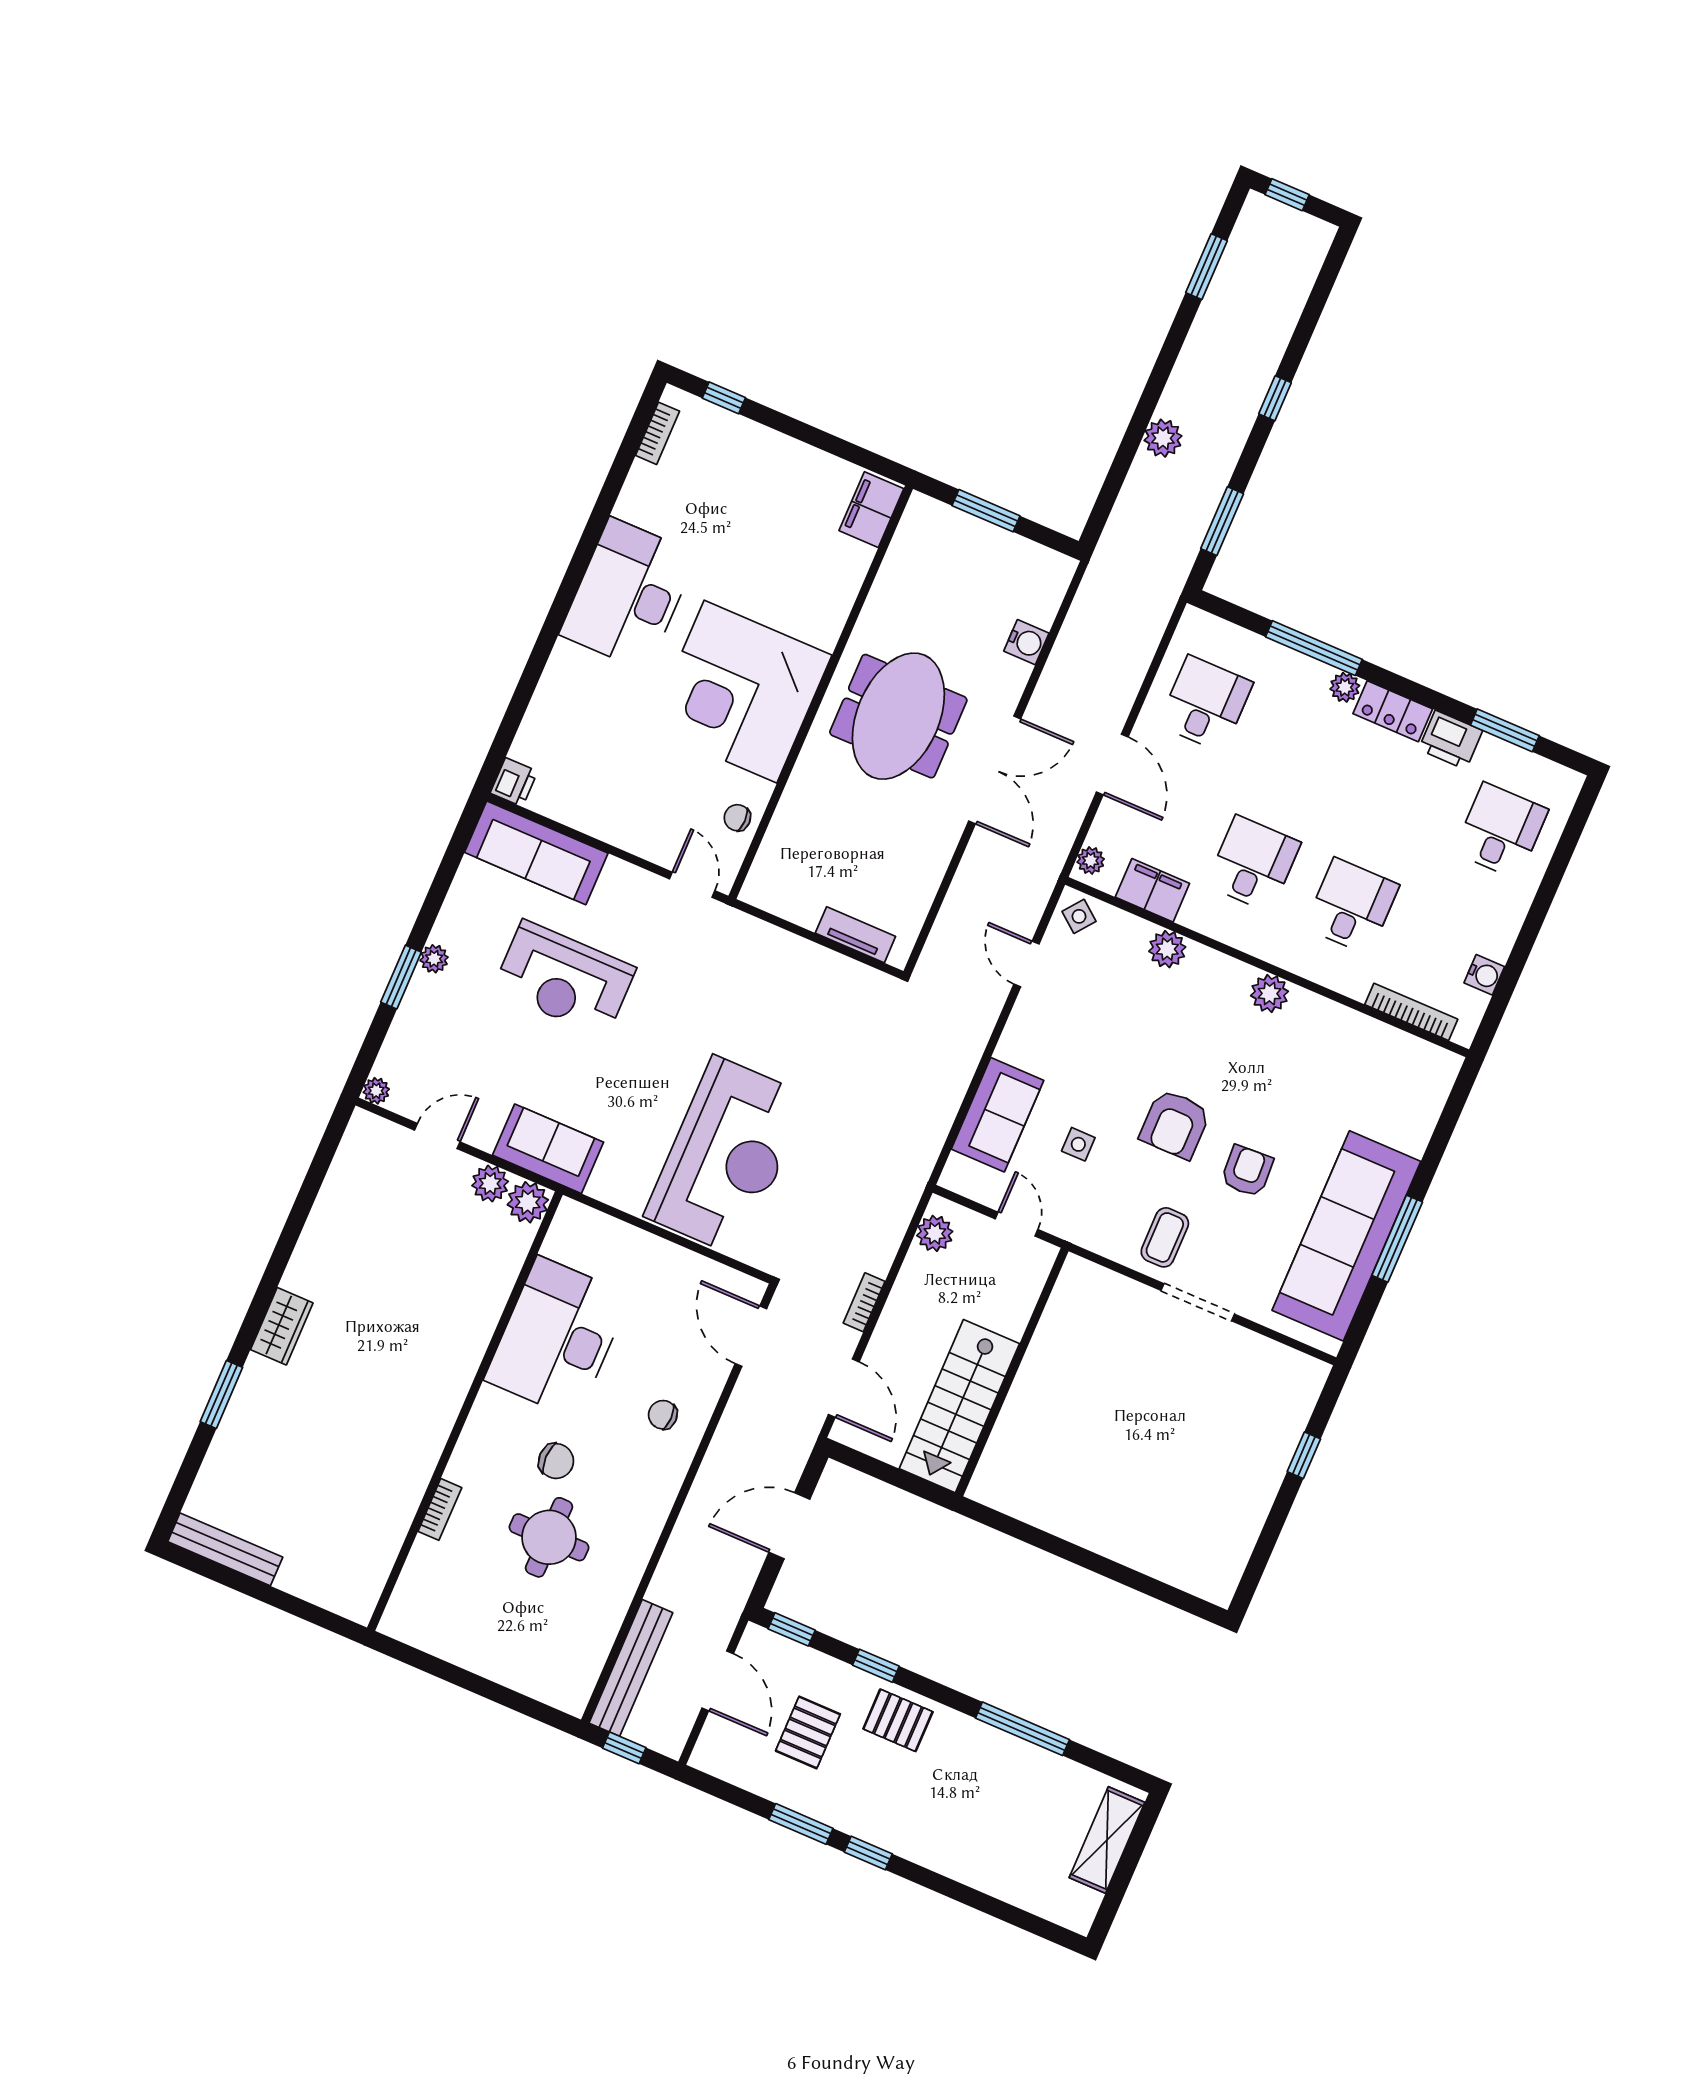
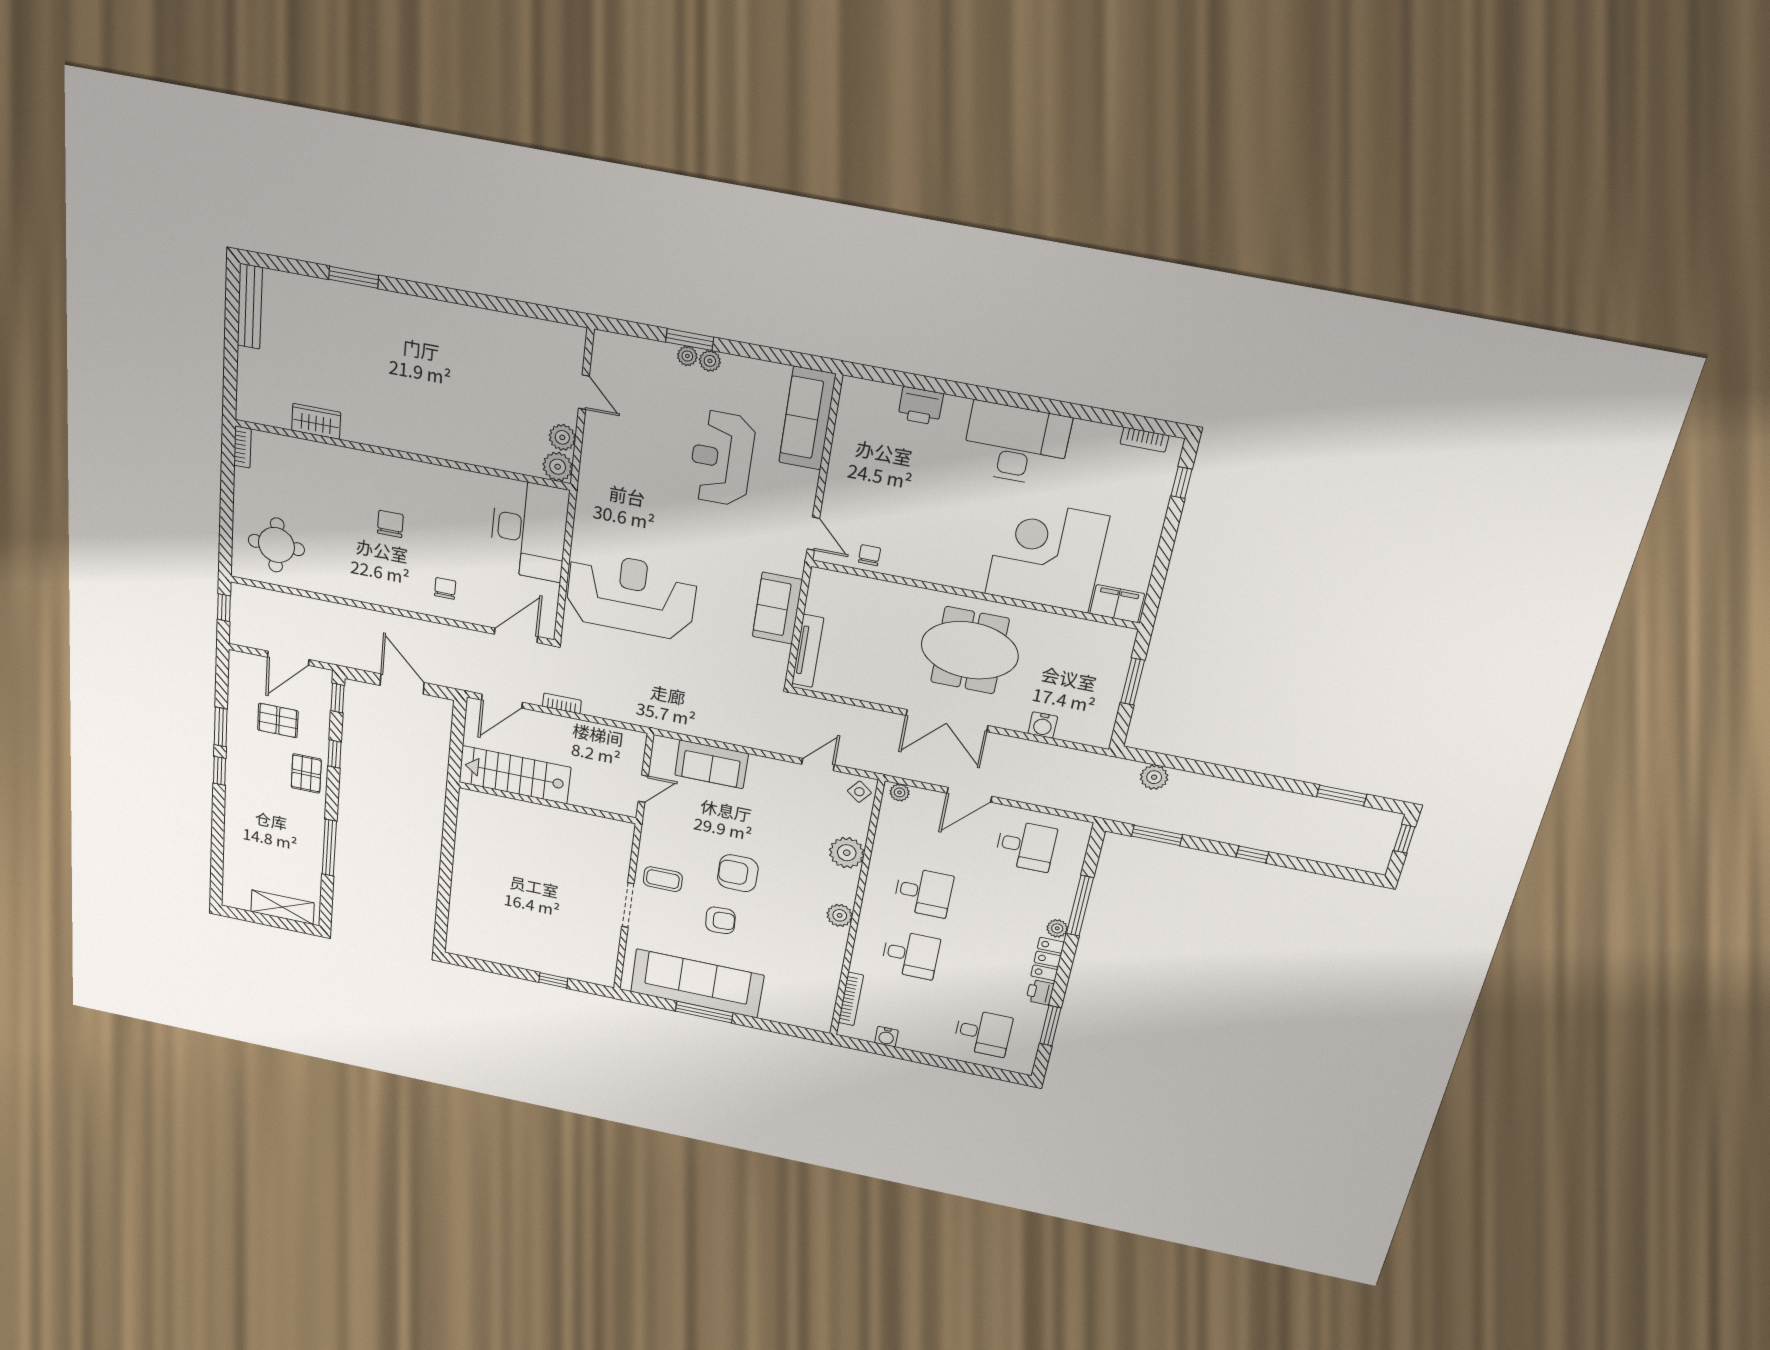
plant: (1163, 438) -> (1154, 777), moved
corner desk: (740, 692) -> (1047, 555), moved
printer: (1451, 740) -> (1040, 992), width x0.73, depth x0.81
printer: (514, 782) -> (921, 406), moved, width x1.36, depth x1.24
door: (692, 885) -> (813, 534), hinge flipped
filing cabinet: (1152, 890) -> (889, 834), removed
tv unit: (855, 935) -> (808, 651), width x1.41
plant: (1167, 949) -> (847, 853), width x1.36, depth x1.36
plant: (376, 1091) -> (687, 356), moved
side table: (1078, 1144) -> (707, 817), removed
sofa: (548, 1149) -> (777, 608), moved, turned 180
reception desk: (726, 1156) -> (631, 595), turned 180
plant: (935, 1233) -> (621, 739), removed
wardrobe: (282, 1326) -> (316, 421), moved, turned 180
desk: (557, 1337) -> (529, 530), moved, turned 90
chair: (556, 1461) -> (390, 524), turned 180
bookcase: (440, 1509) -> (242, 447), moved, turned -90
round table: (549, 1537) -> (276, 545), moved
bench: (631, 1668) -> (275, 601), removed

